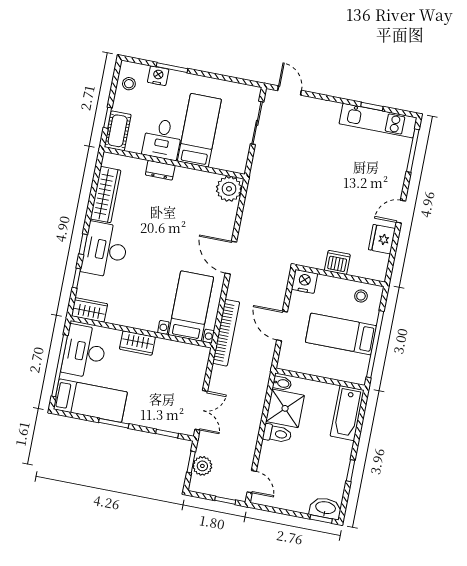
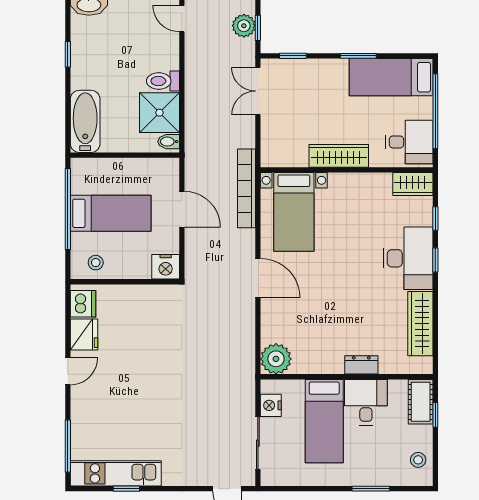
nightstand: (158, 76) -> (271, 405), moved, turned 90
dishwasher: (337, 262) -> (83, 304), moved, turned -90
wardrobe: (137, 343) -> (339, 156), width x1.50
desk: (84, 351) -> (409, 142), width x0.73

